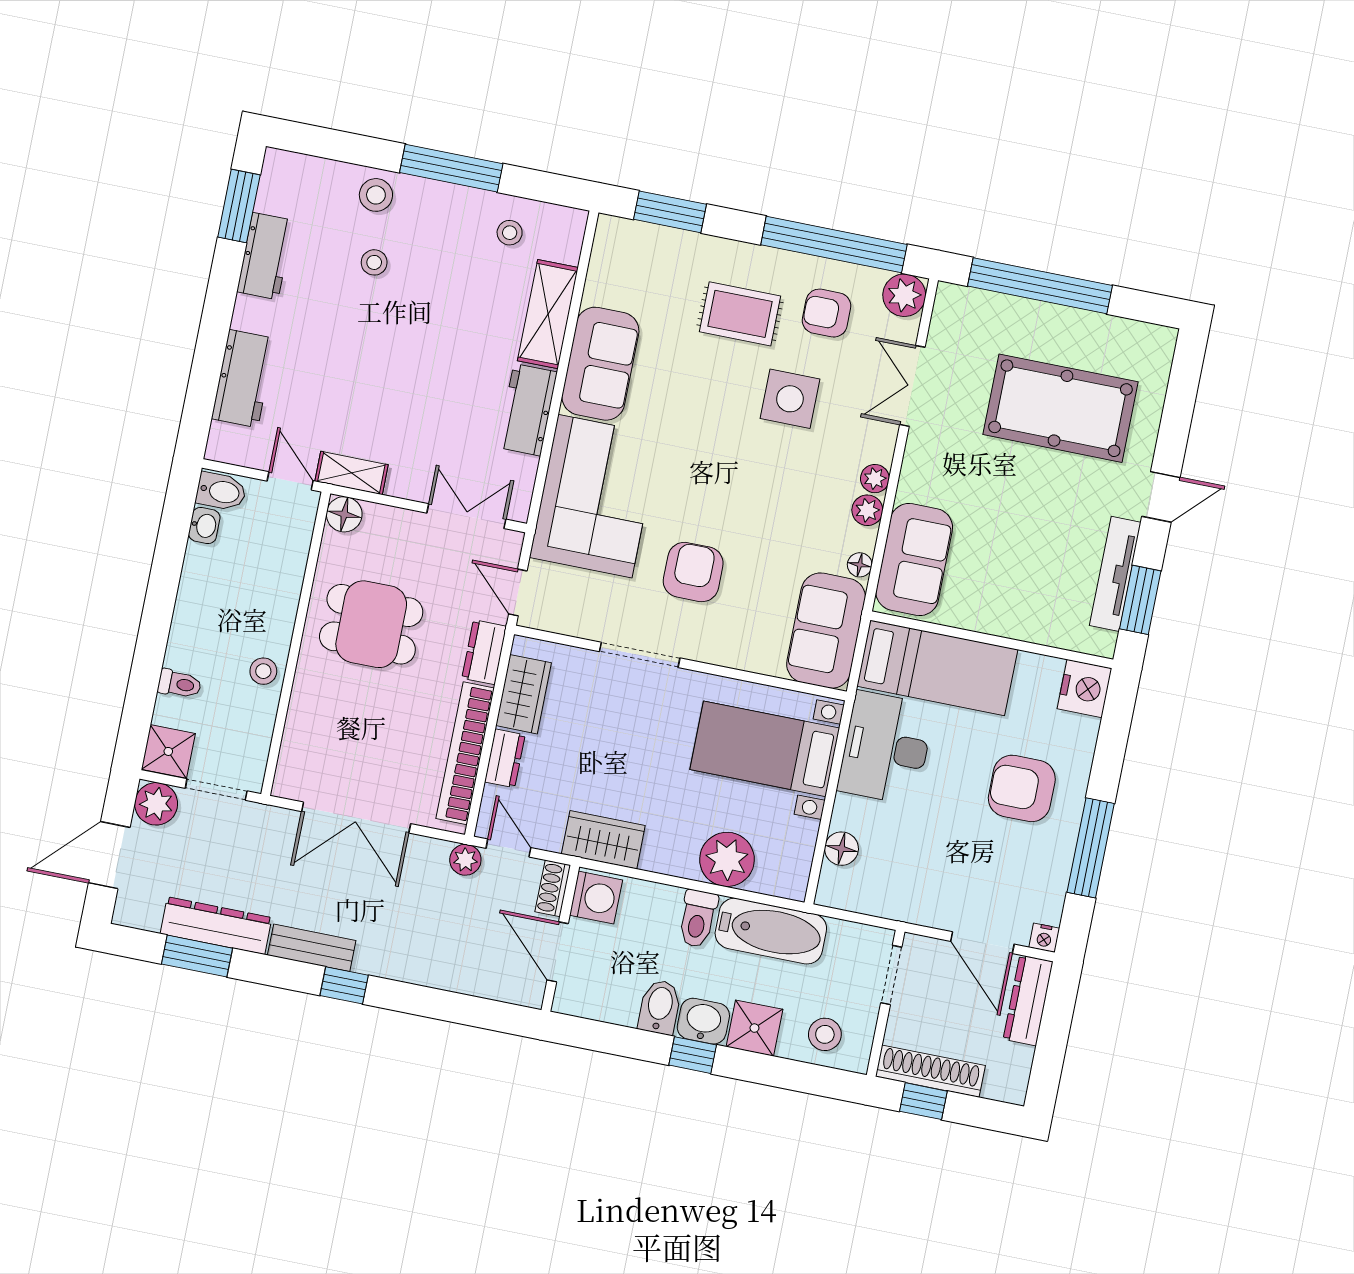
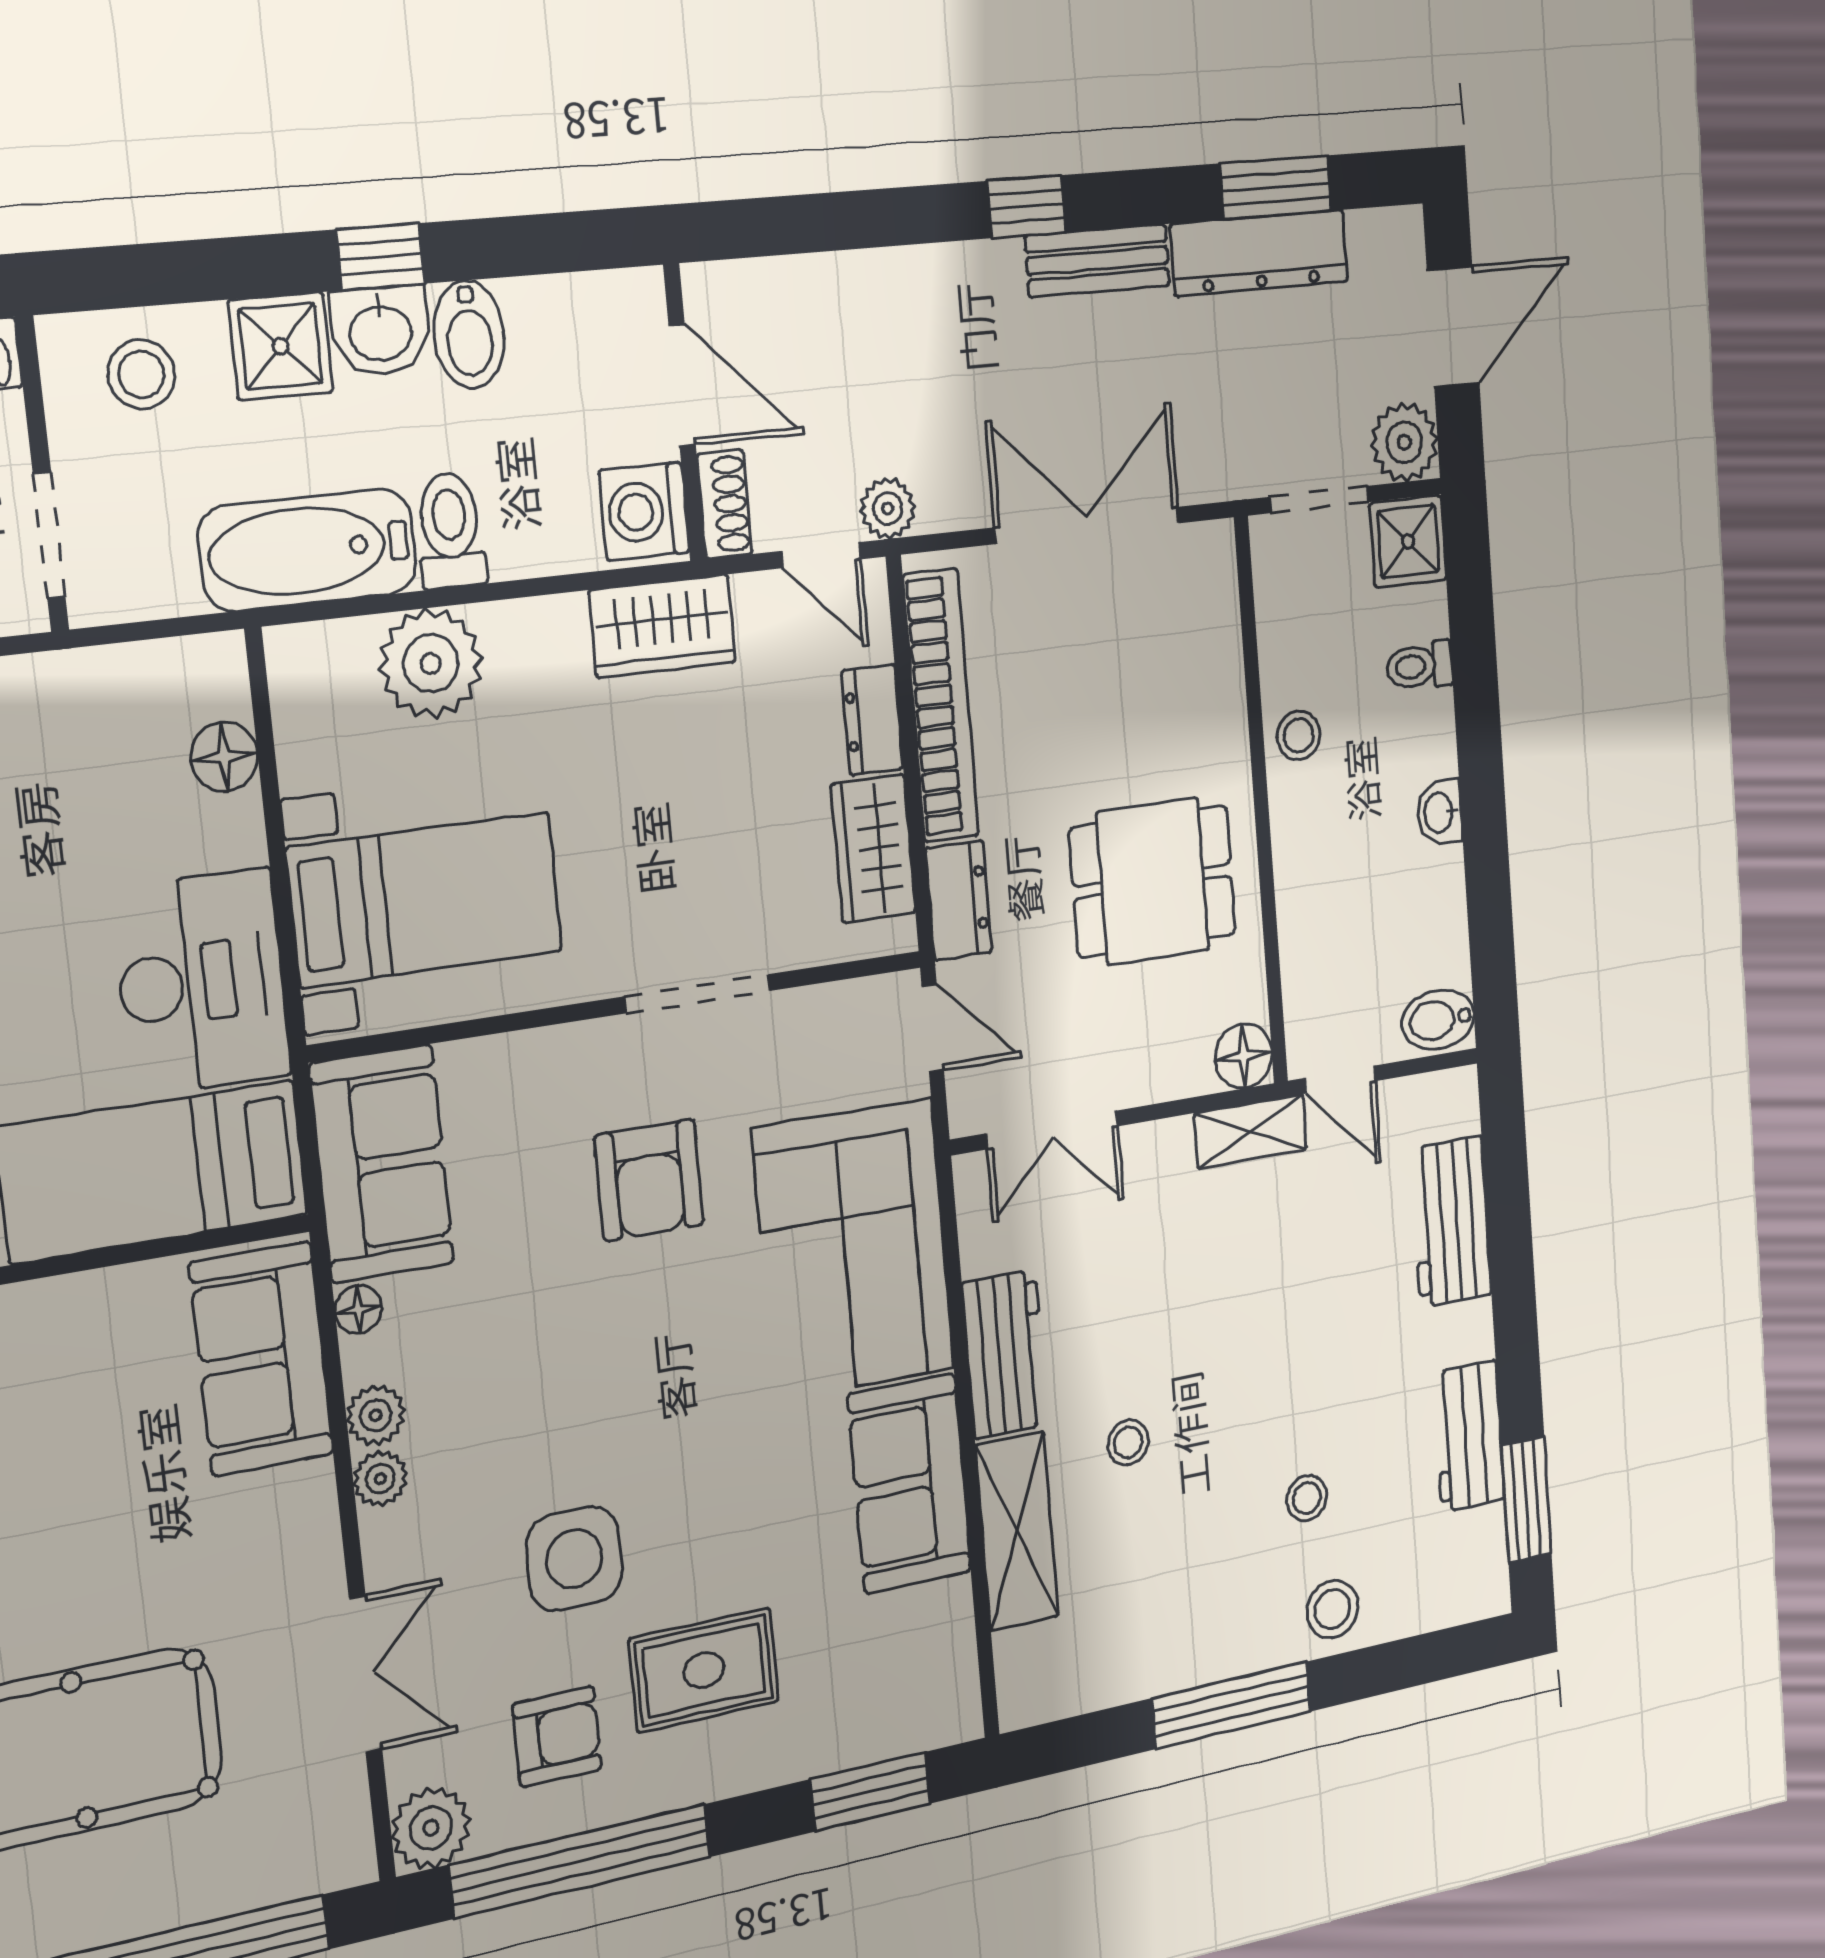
stool: (510, 233) -> (1128, 1443), moved
washbasin: (204, 525) -> (1440, 812), moved

